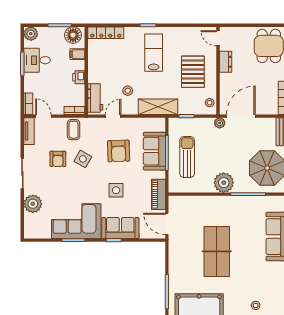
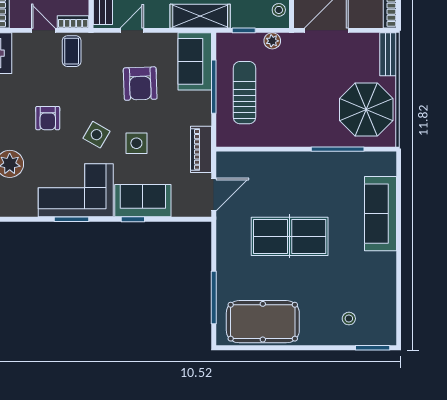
door: (43, 116) -> (43, 30), moved
plant: (220, 123) -> (272, 41), moved
sofa: (154, 151) -> (195, 61), moved
armchair: (58, 159) -> (48, 118), moved
side table: (83, 159) -> (96, 135), moved
plant: (224, 183) -> (300, 132), removed
door: (167, 224) -> (214, 195), swing flipped
table tennis table: (217, 251) -> (290, 236), turned 90

